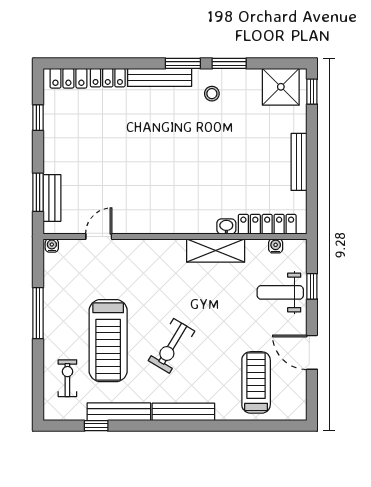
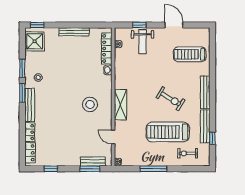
stool: (161, 192) -> (90, 104), added
shelving: (216, 251) -> (121, 105), moved
treadmill: (108, 341) -> (168, 132), turned 180
door: (312, 352) -> (174, 25), swing flipped

